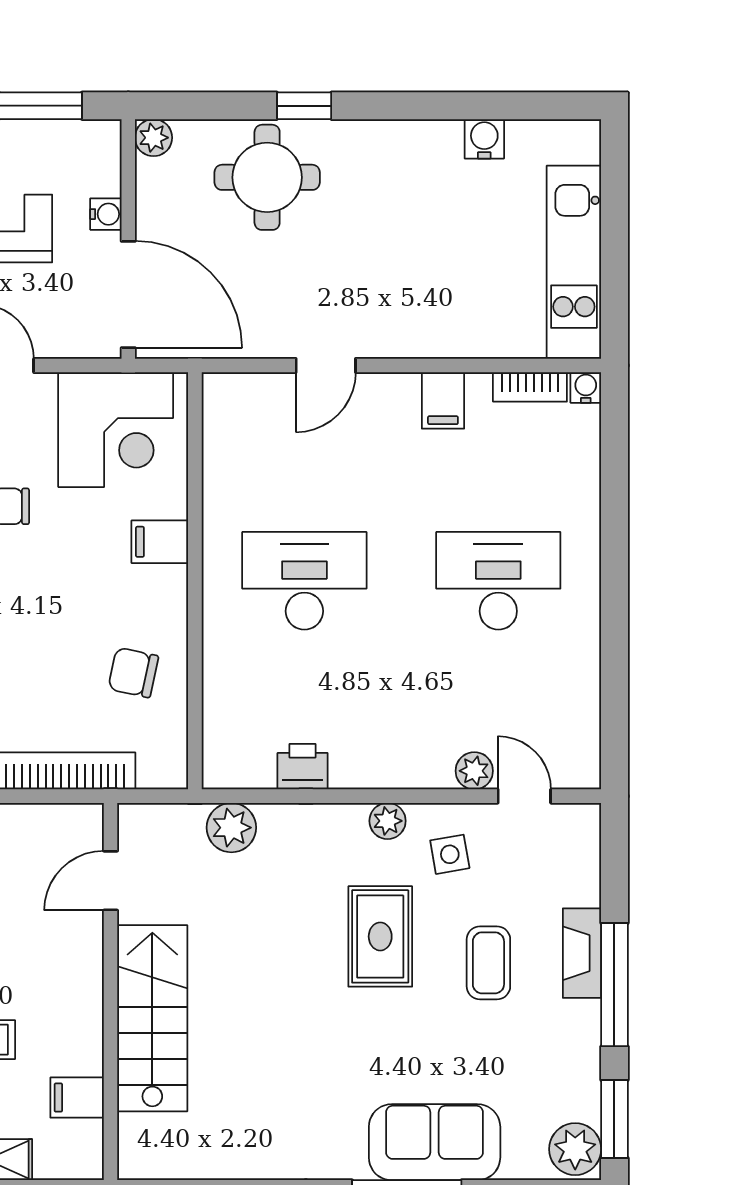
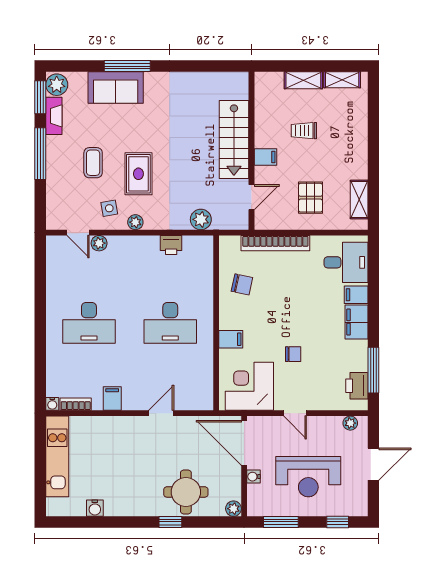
fireplace: (582, 953) -> (54, 116), moved
filing cabinet: (77, 1098) -> (266, 157), moved

